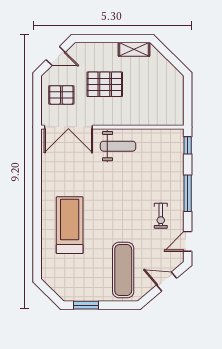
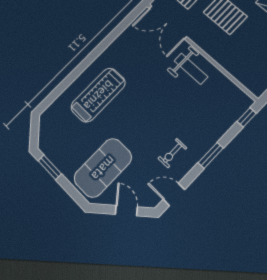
window: (188, 193) -> (211, 155), width x0.69
exercise mat: (123, 270) -> (103, 168), width x1.47

